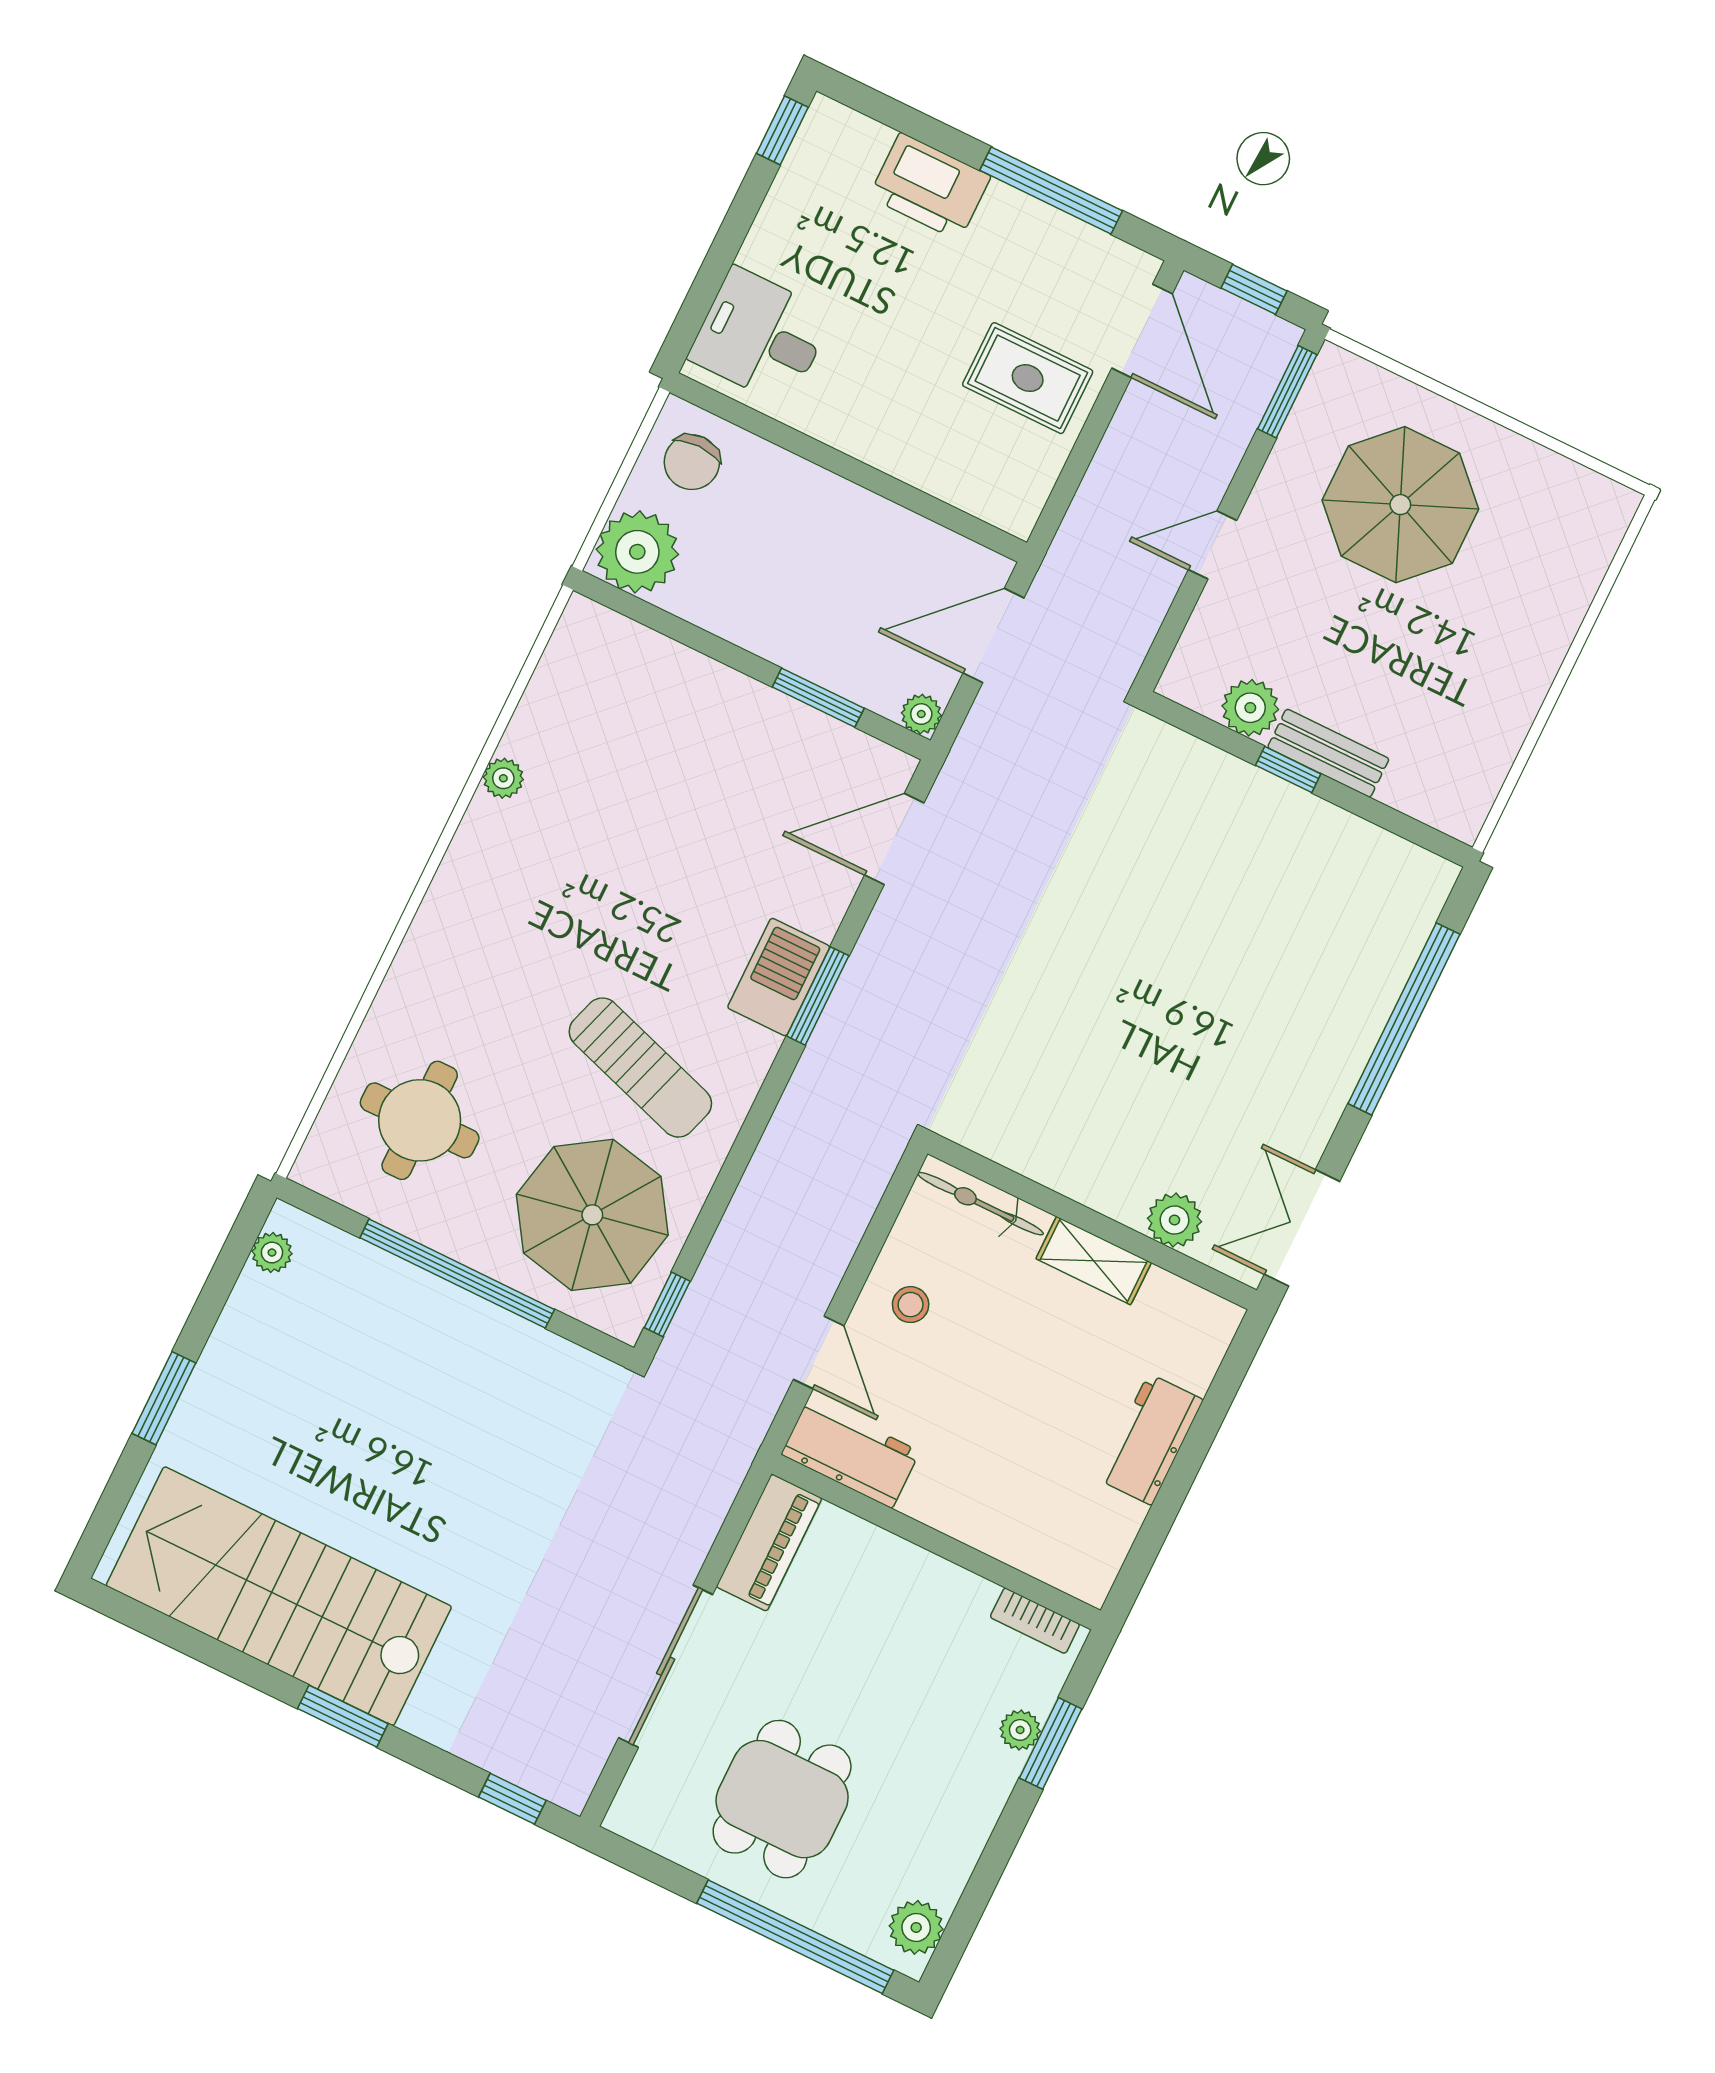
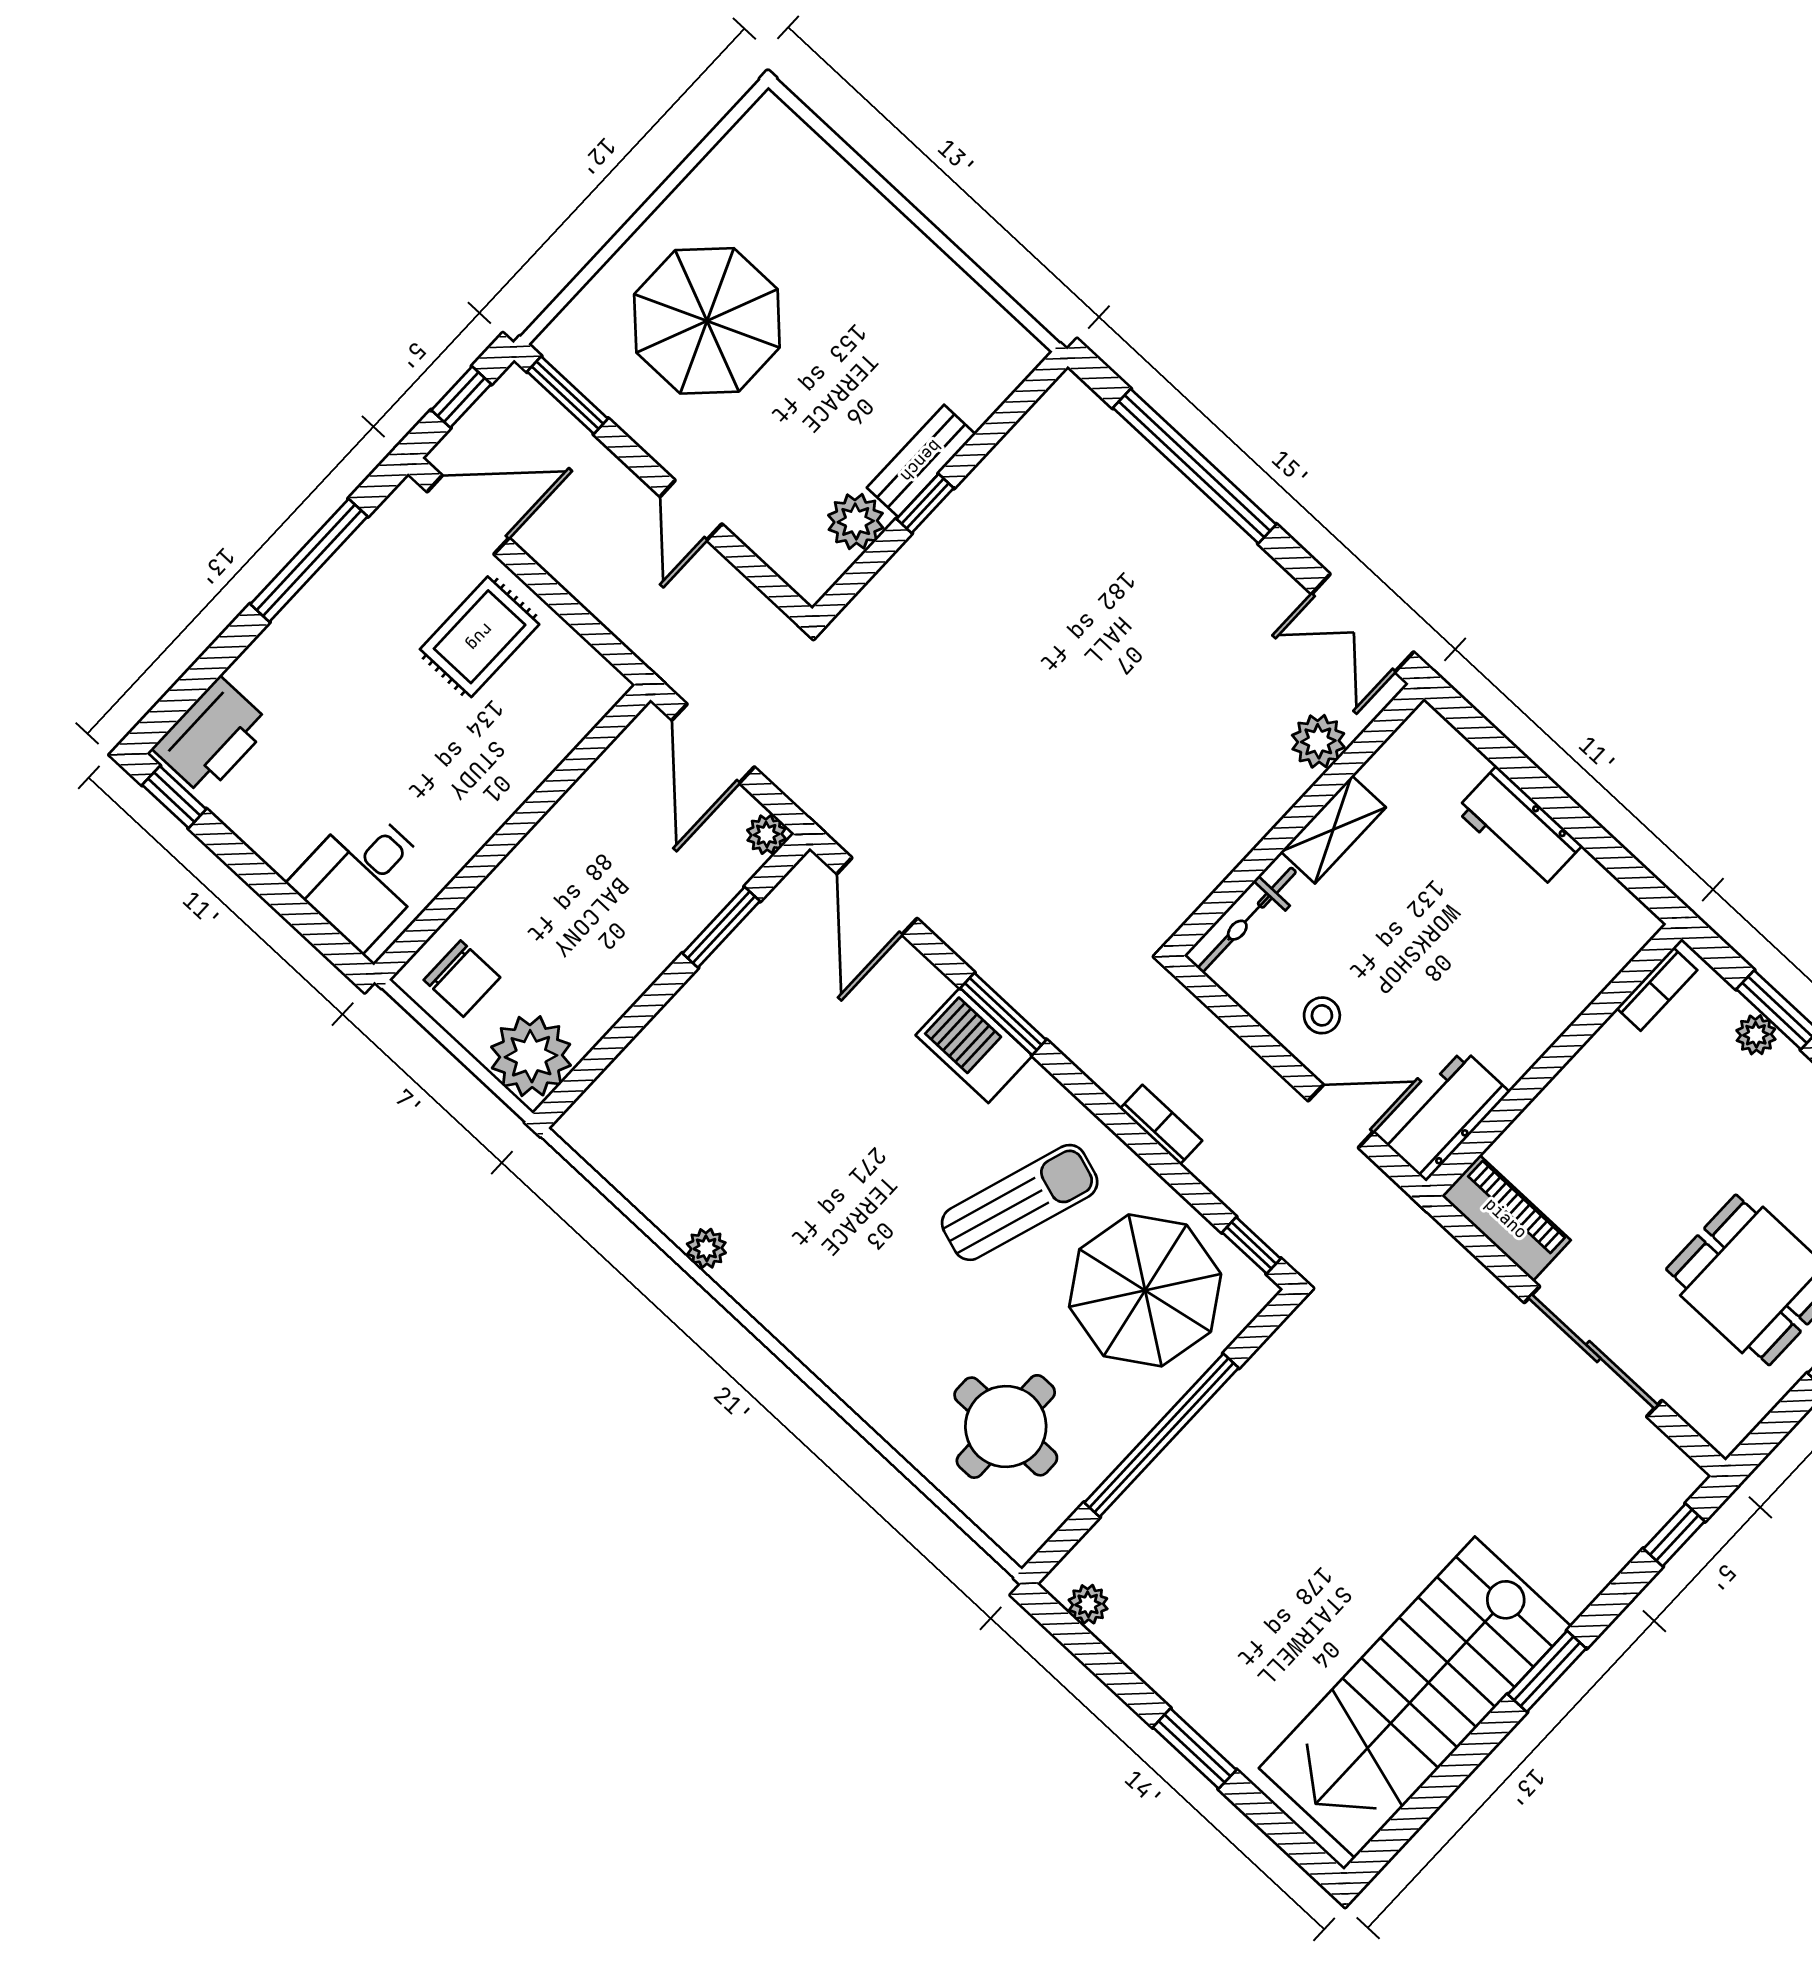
printer: (930, 187) -> (212, 736), moved
bookcase: (757, 1181) -> (1161, 1125), added

